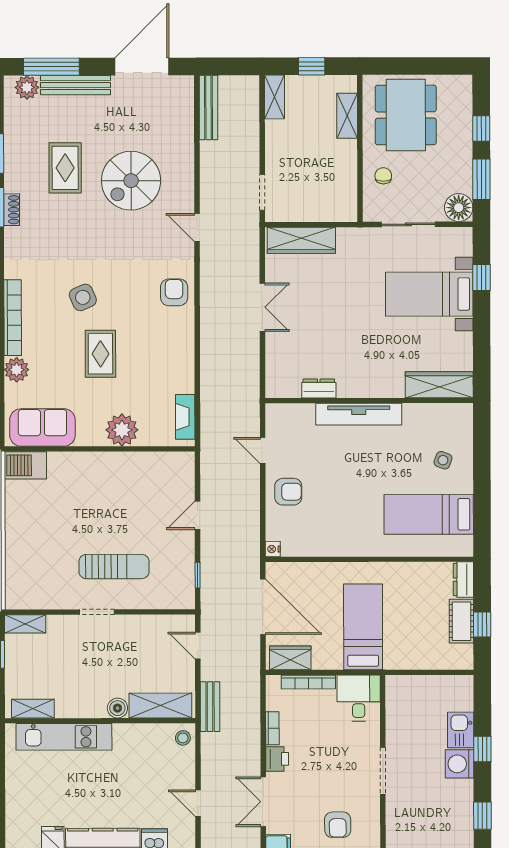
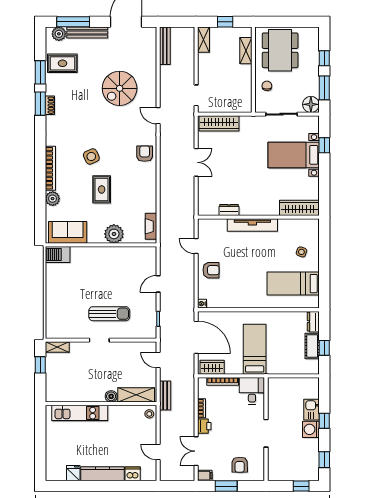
rug: (65, 168) -> (62, 63), moved, turned 90
shelving: (33, 709) -> (62, 397), removed

